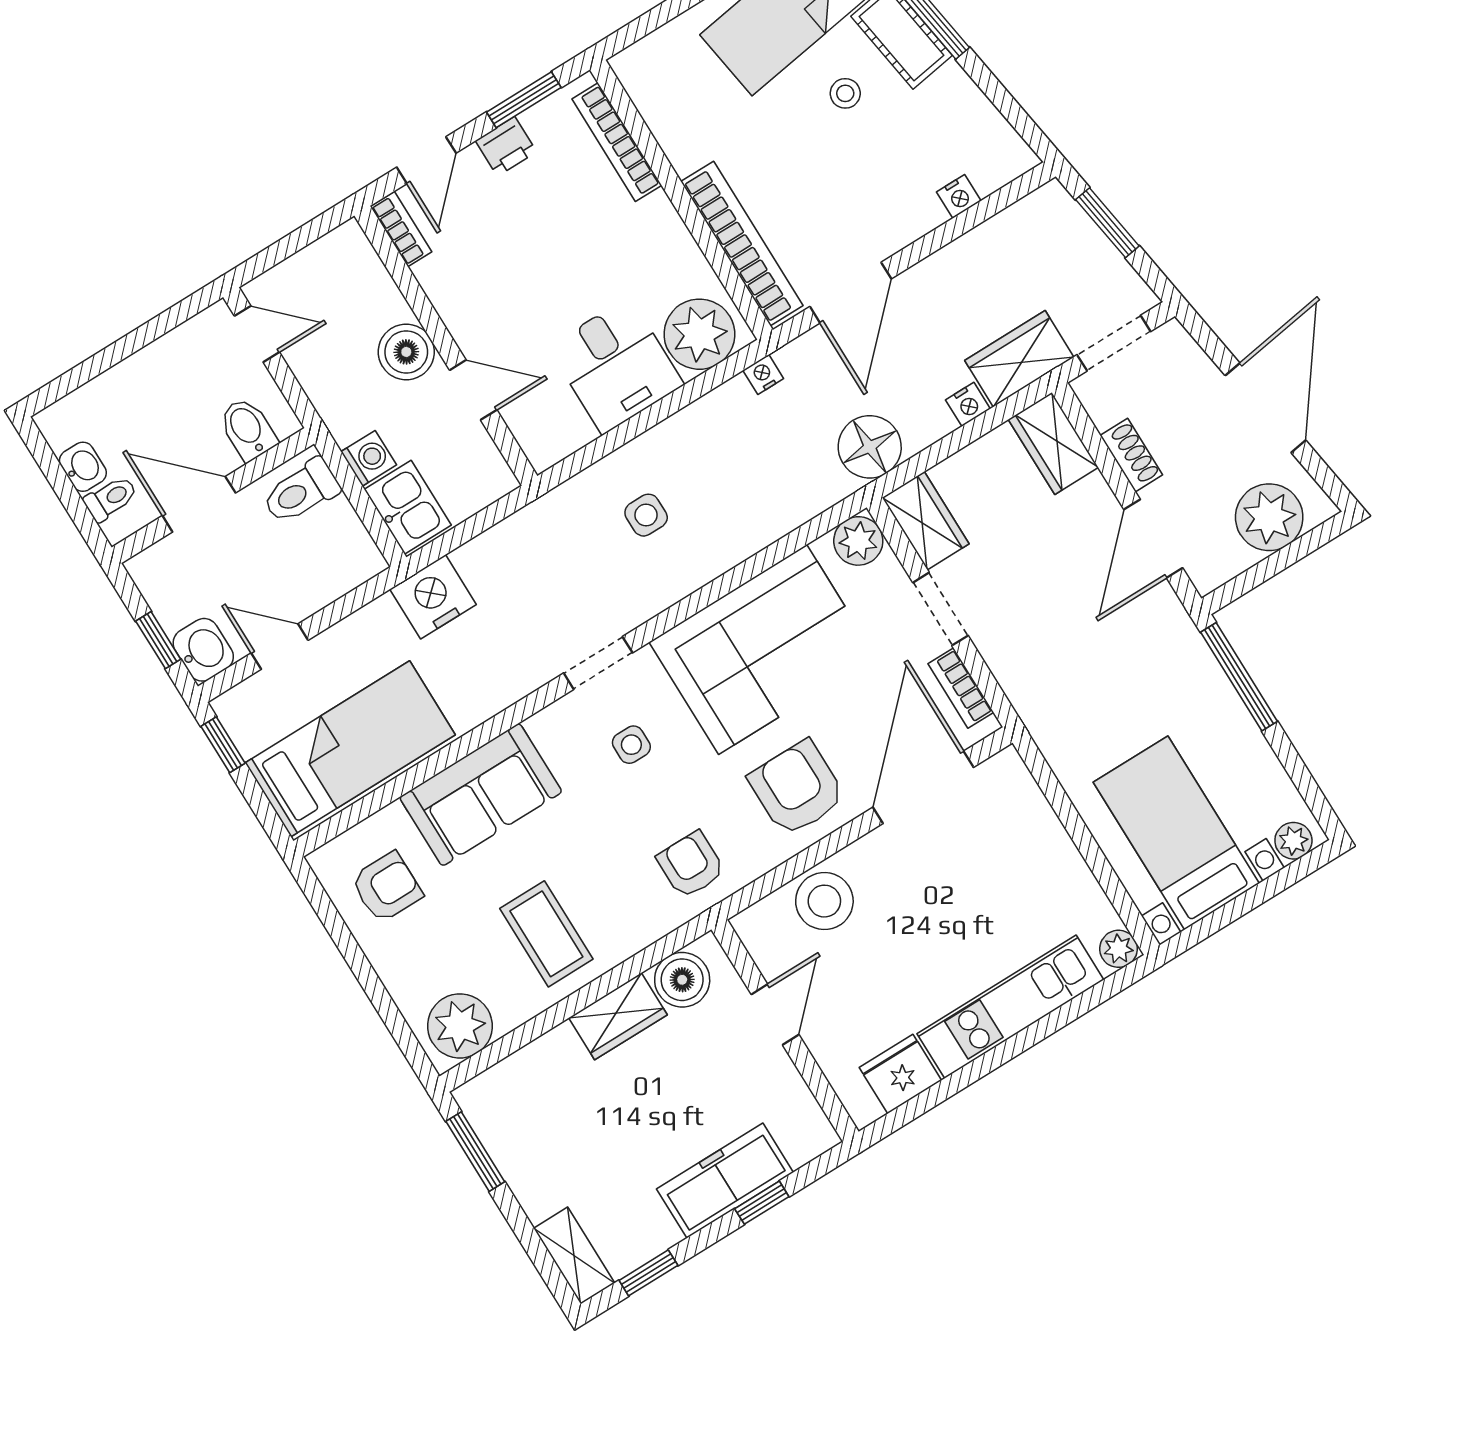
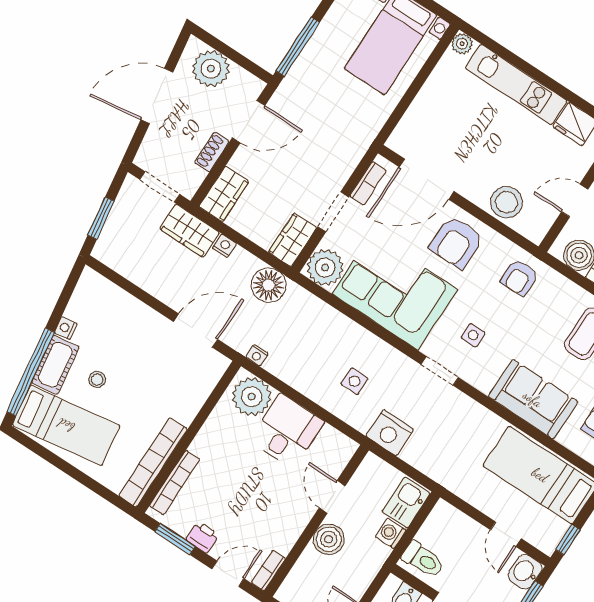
nightstand: (959, 196) -> (66, 328), moved, turned -99
bookcase: (742, 244) -> (153, 462), moved
plant: (858, 541) -> (325, 268), width x1.36, depth x1.36
nightstand: (433, 597) -> (390, 433), moved

